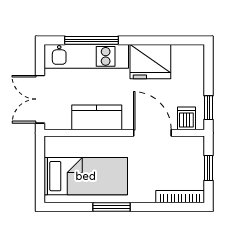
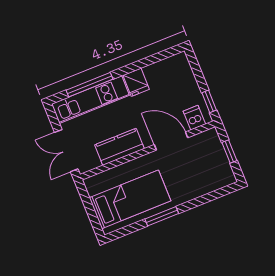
fridge: (150, 62) -> (136, 82), width x0.53, depth x0.75
bookcase: (180, 197) -> (215, 185), removed

